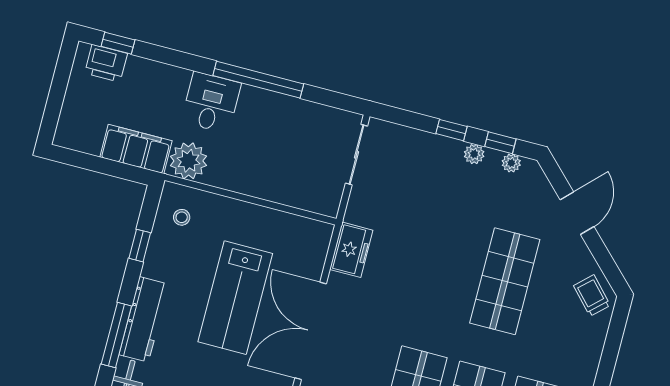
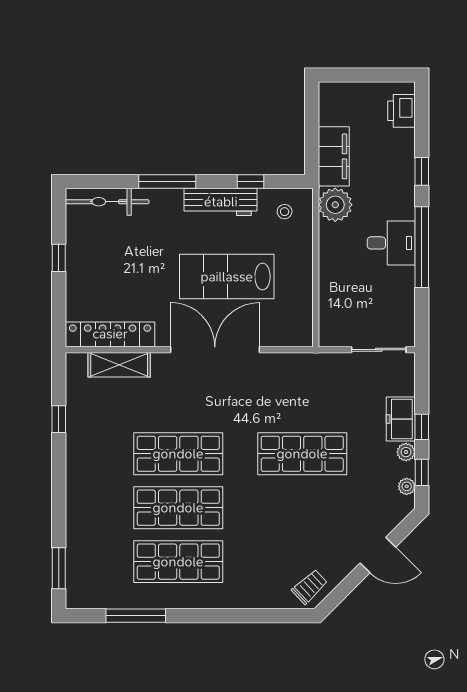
window: (118, 43) -> (422, 171), moved
desk: (211, 103) -> (391, 243), moved
freezer: (351, 250) -> (401, 419), moved, turned 90
shop shelf: (505, 281) -> (302, 454), moved
workbench: (144, 319) -> (221, 202), moved

